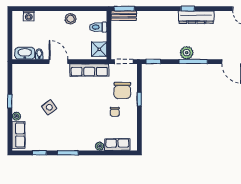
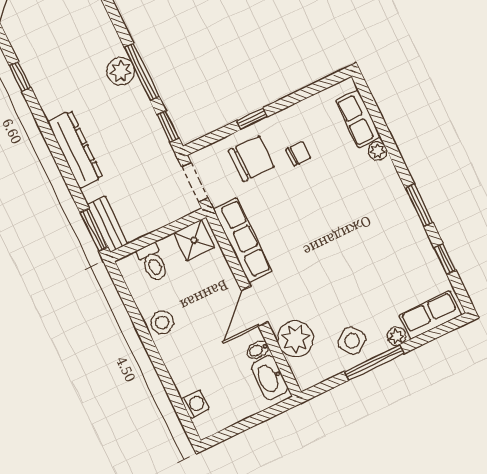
window: (188, 9) -> (20, 76), moved
dresser: (196, 17) -> (75, 149), moved
window: (193, 62) -> (142, 72), moved
plant: (36, 72) -> (295, 339), added
window: (10, 101) -> (374, 363), width x2.17
side table: (49, 107) -> (352, 341), moved

